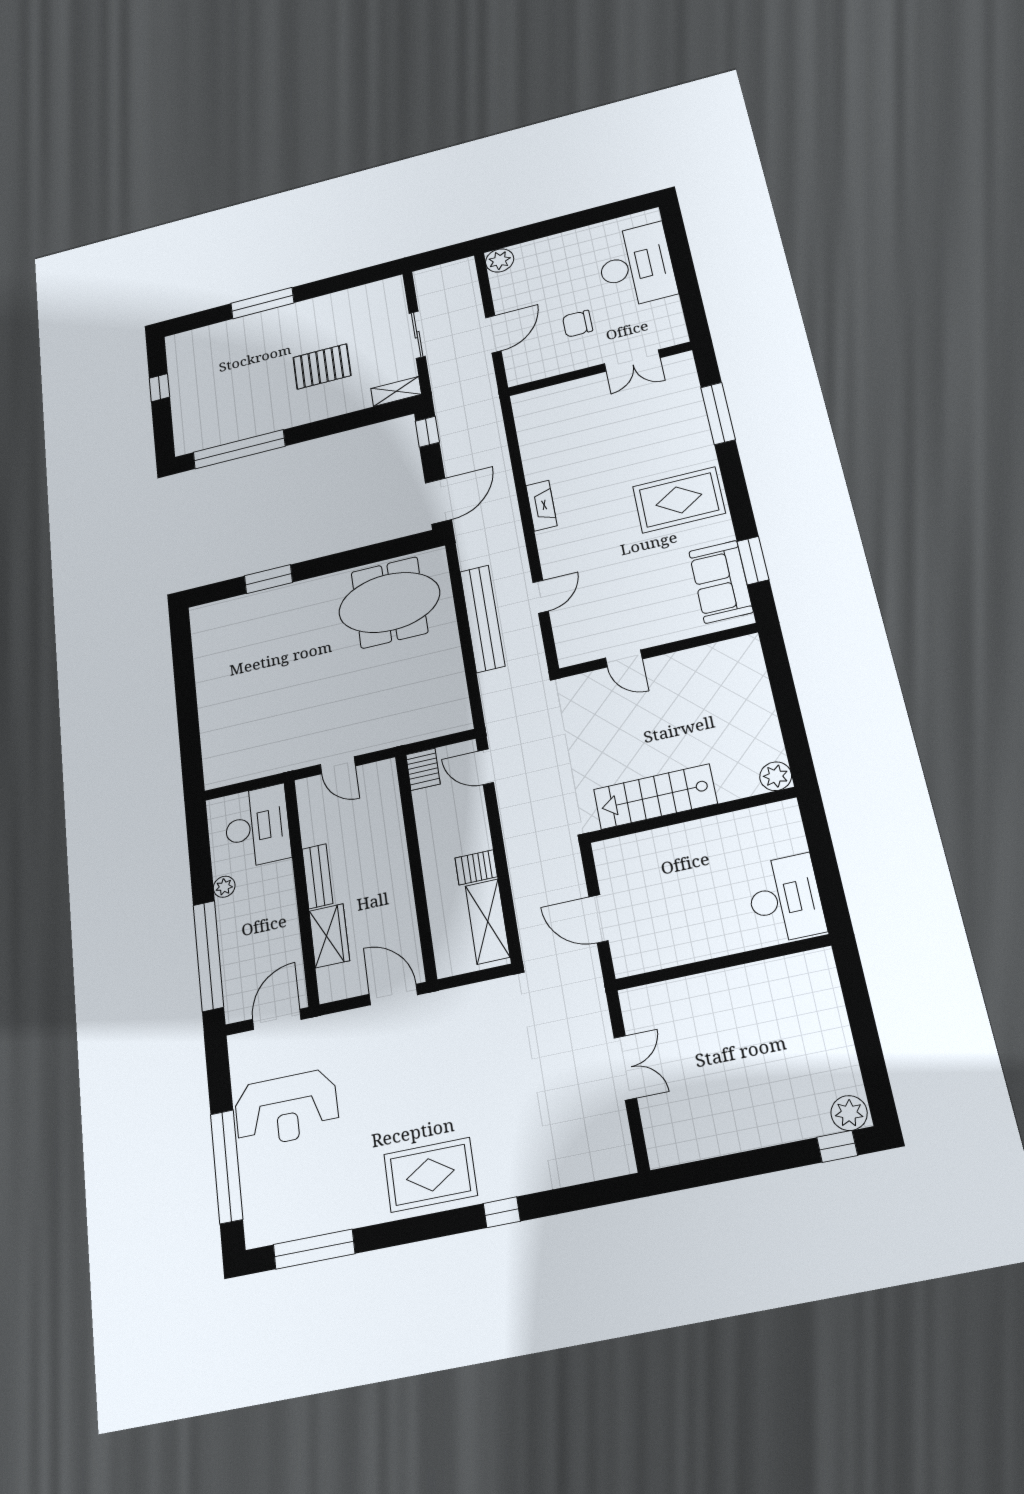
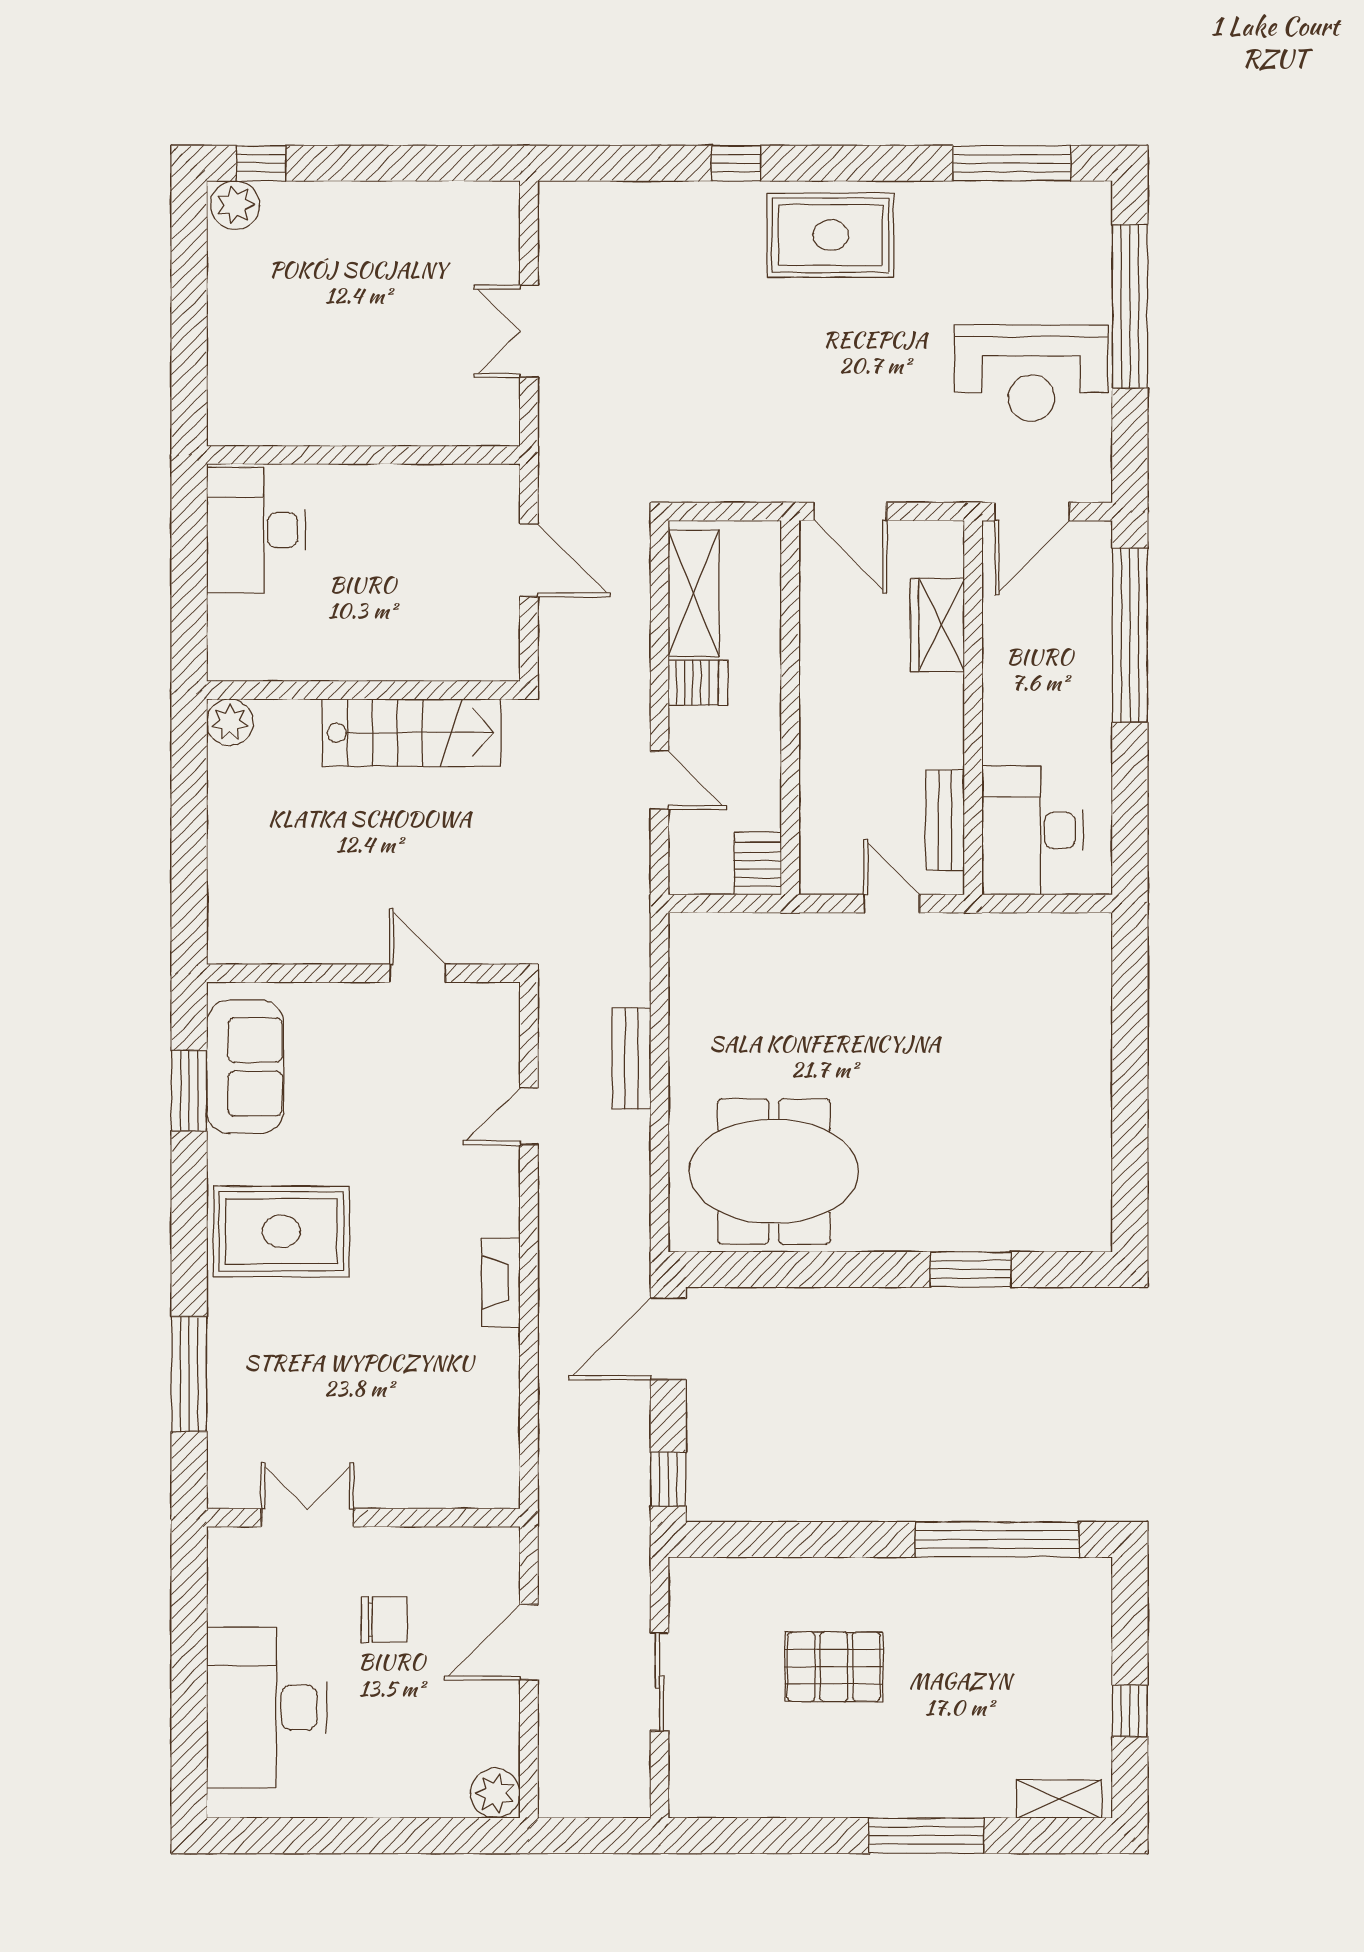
shelving: (396, 391) -> (1059, 1799), moved
bench: (482, 618) -> (631, 1058), width x0.54, depth x0.82
door: (486, 767) -> (659, 780), moved
bench: (317, 876) -> (945, 820), moved
plant: (224, 887) -> (1095, 742), removed
reception desk: (286, 1109) -> (1031, 373), turned 180

